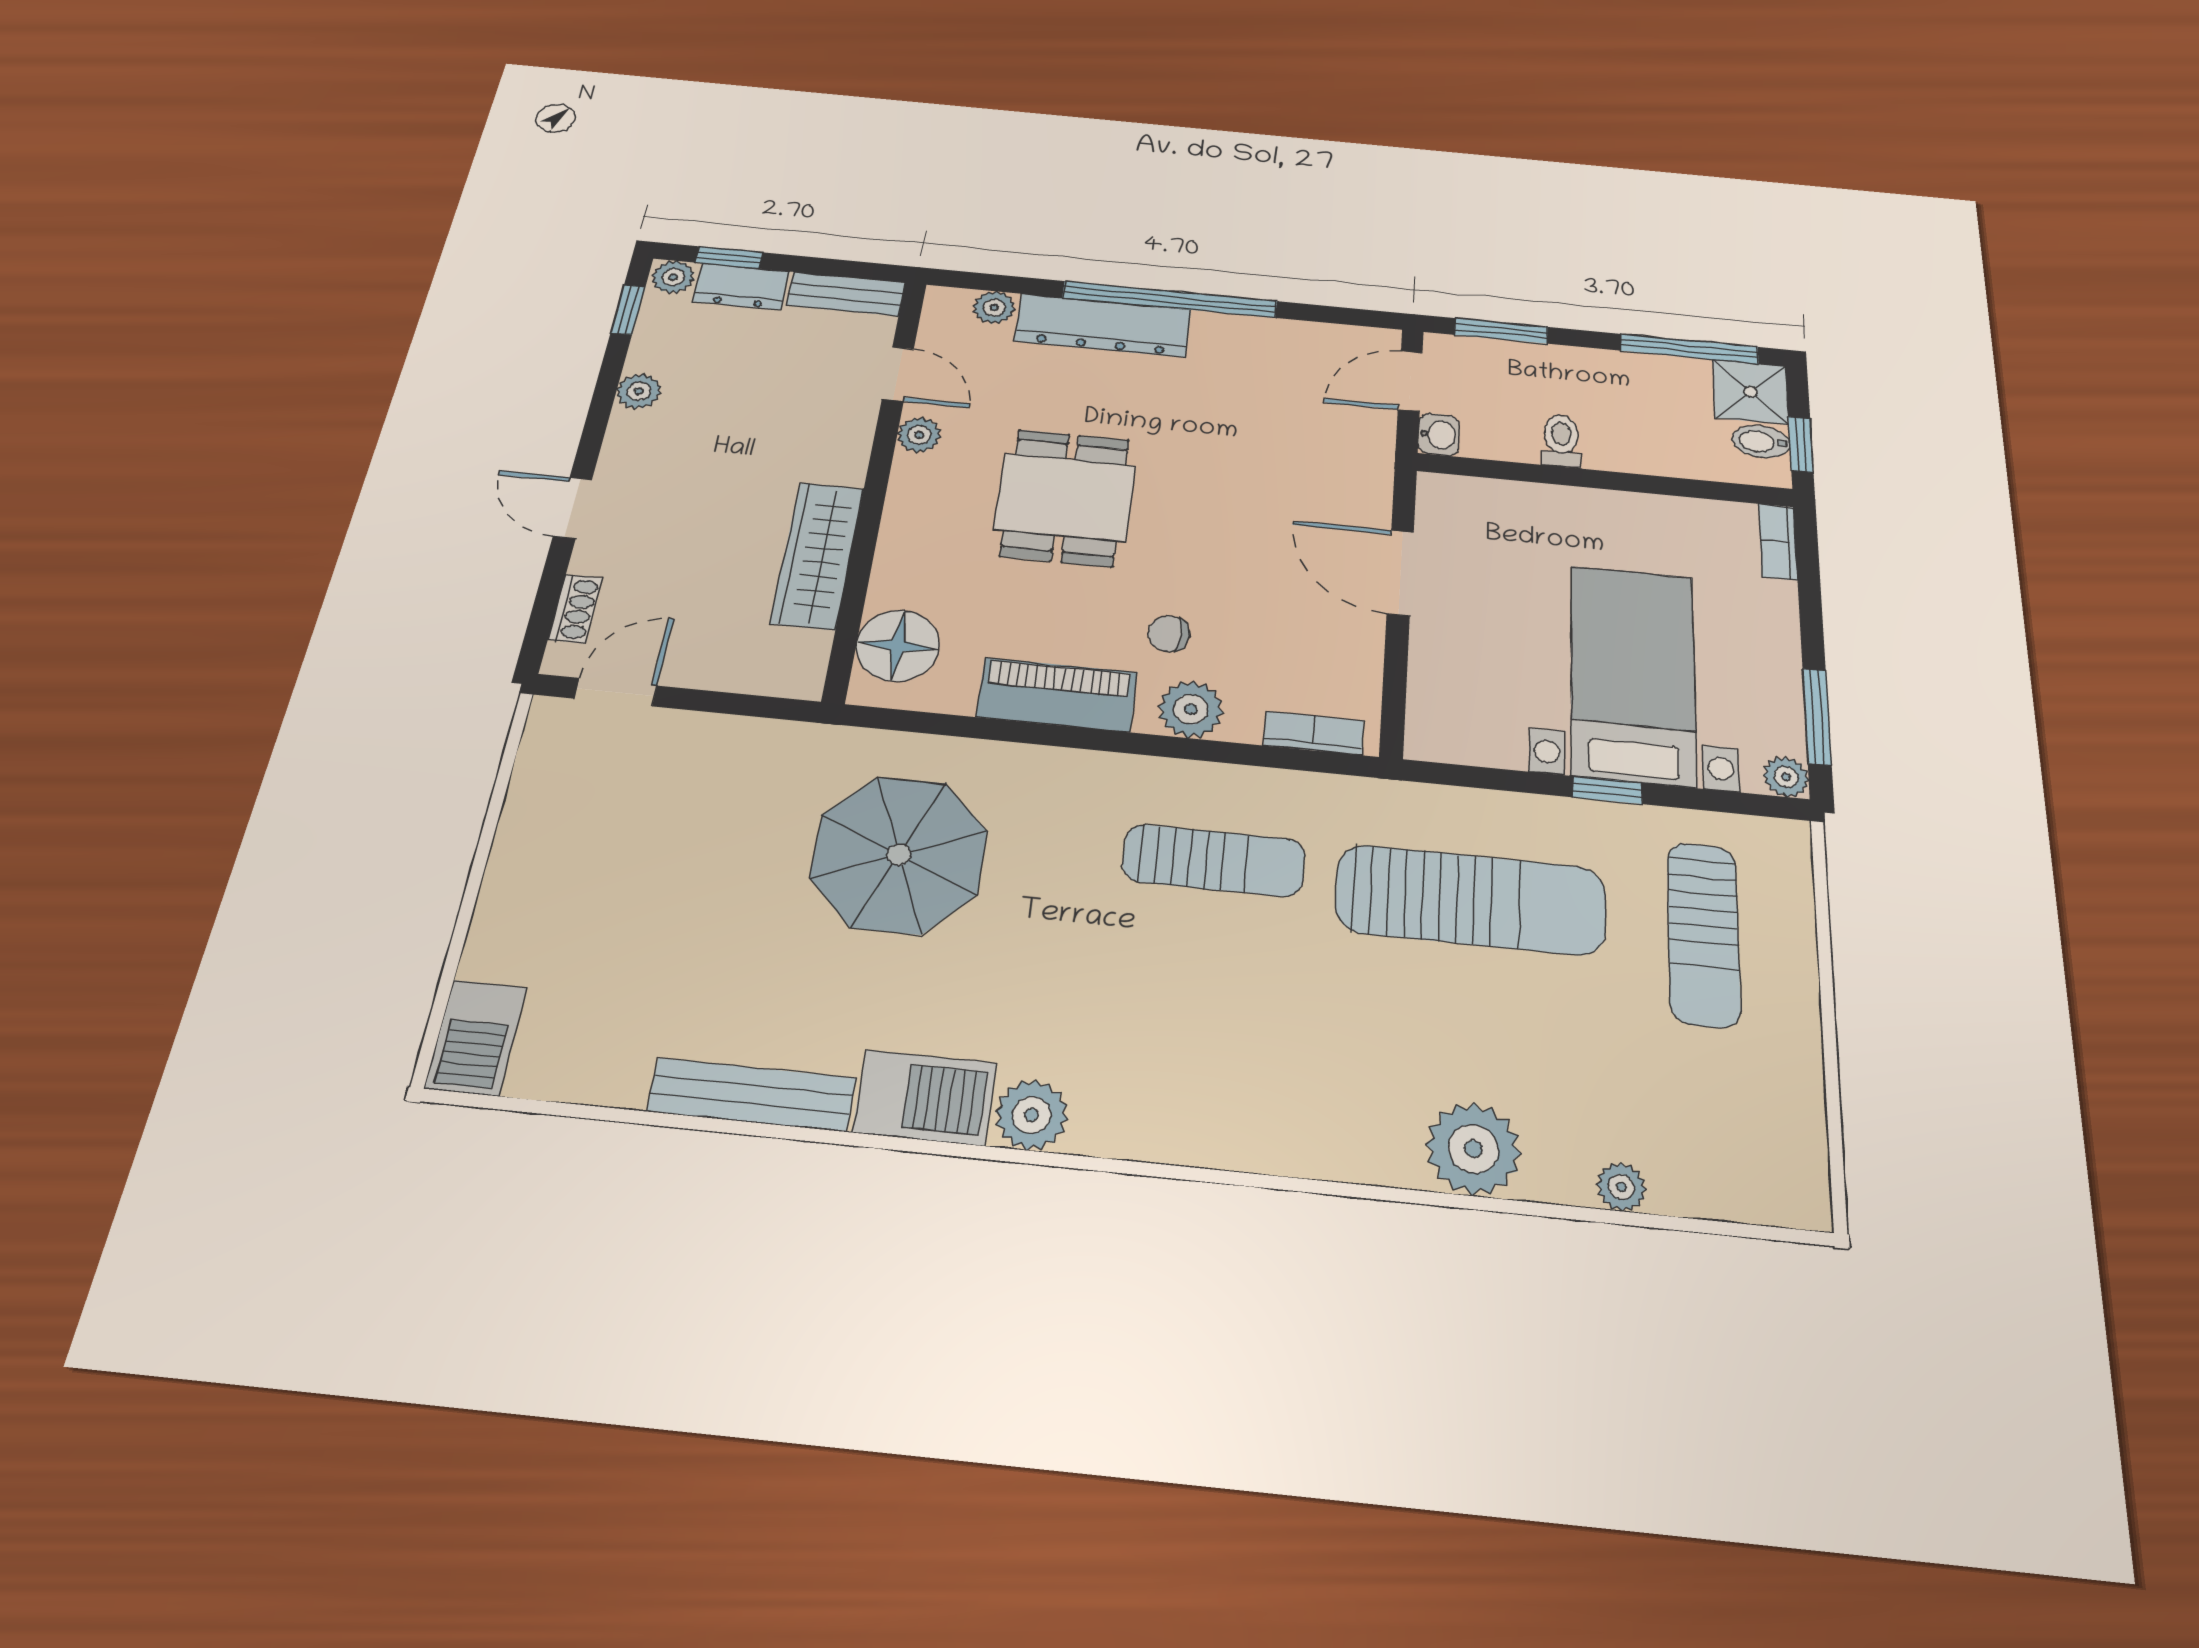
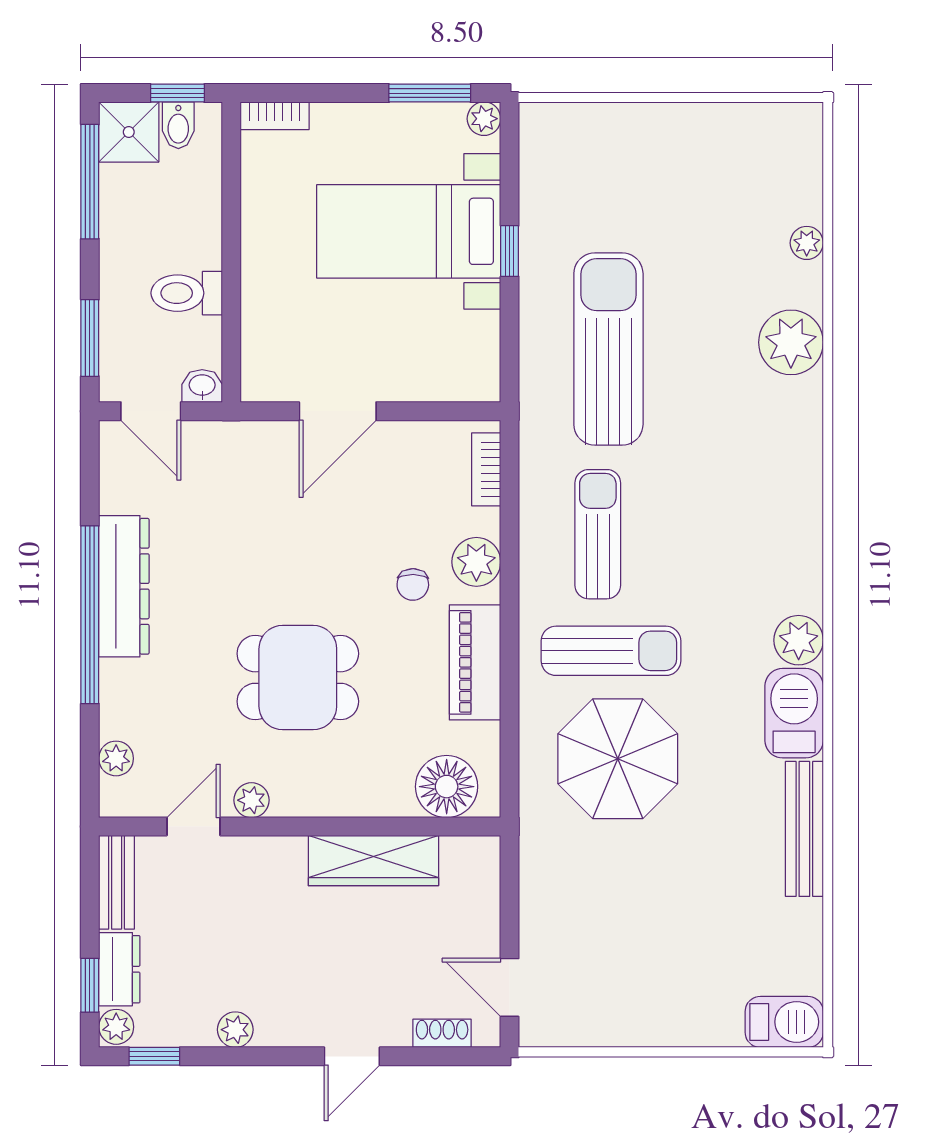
dresser: (1103, 325) -> (124, 586), moved
toilet: (1561, 441) -> (187, 293), width x1.37, depth x1.39
sun lounger: (1703, 934) -> (611, 651), moved

